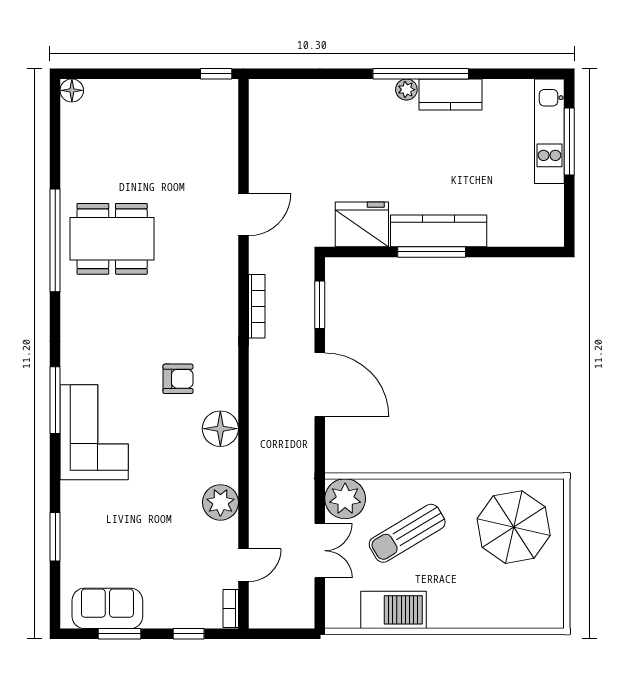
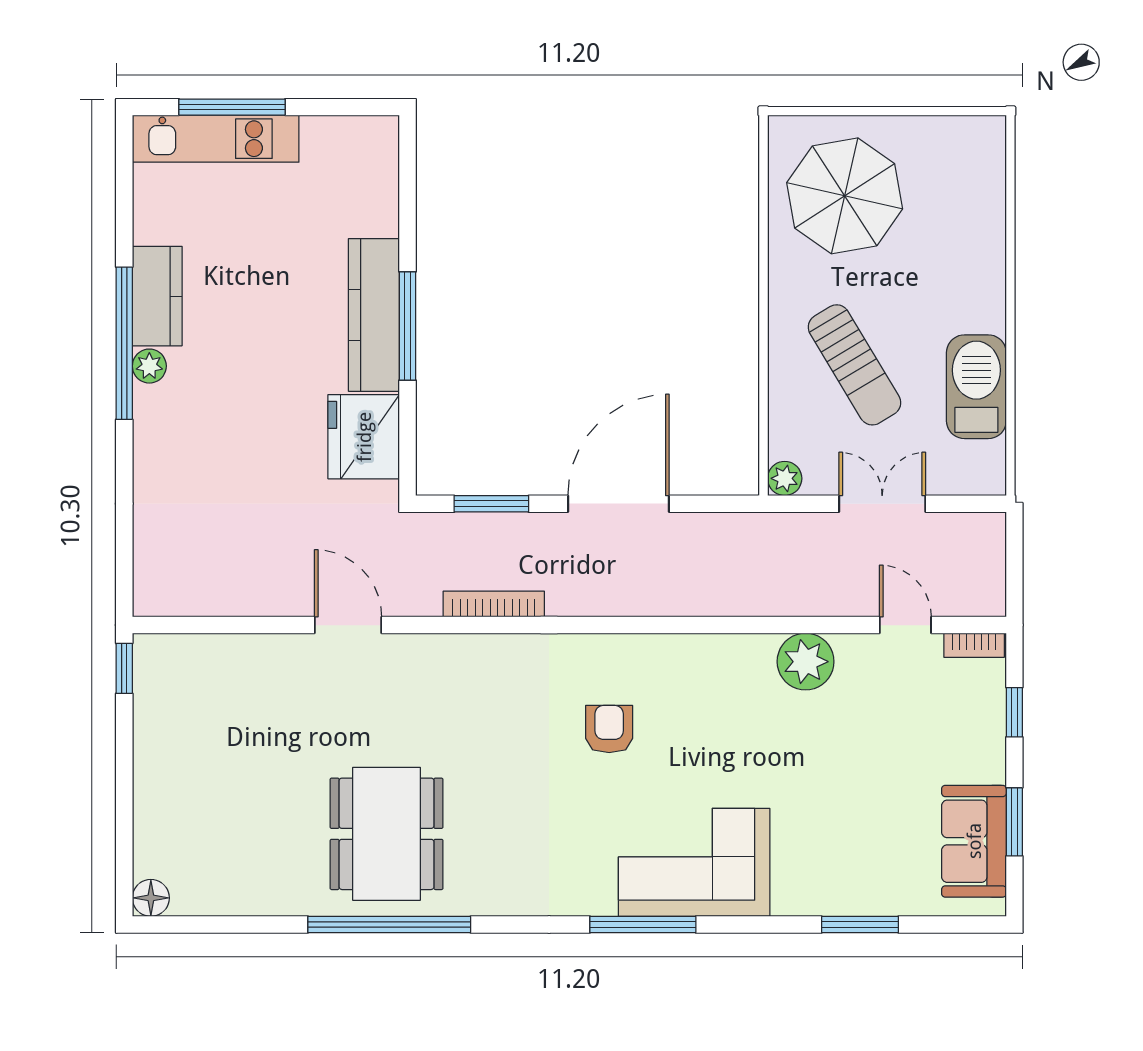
floor lamp: (220, 429) -> (688, 662), removed
plant: (345, 499) -> (785, 478), width x0.53, depth x0.53

